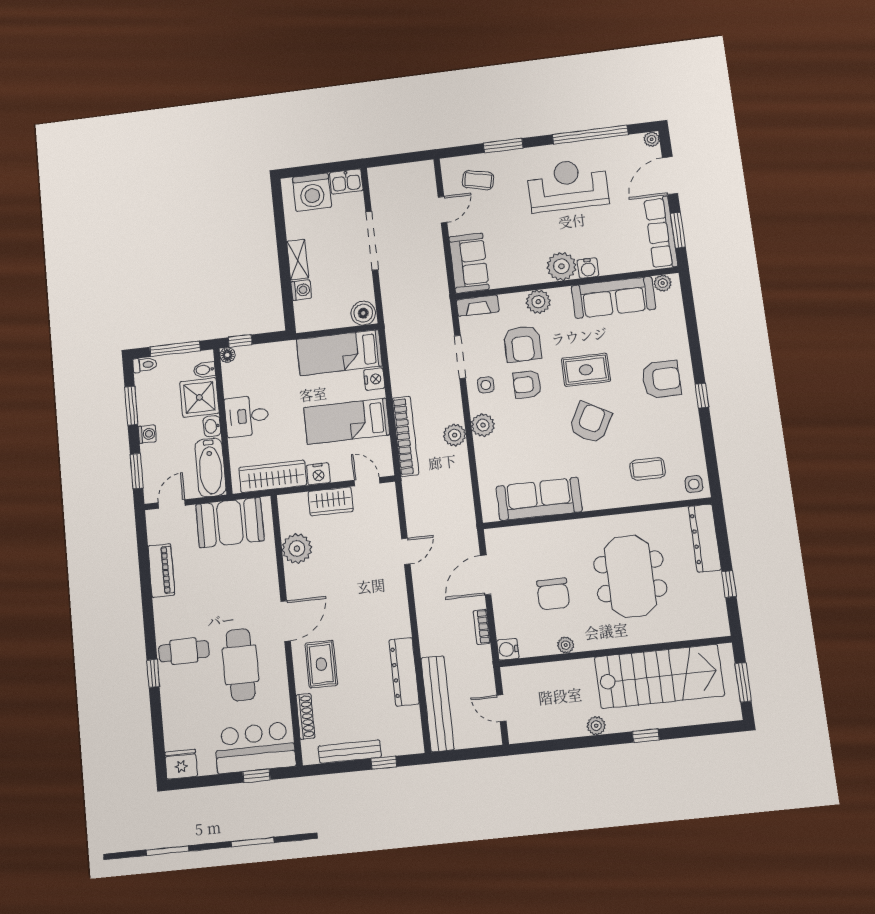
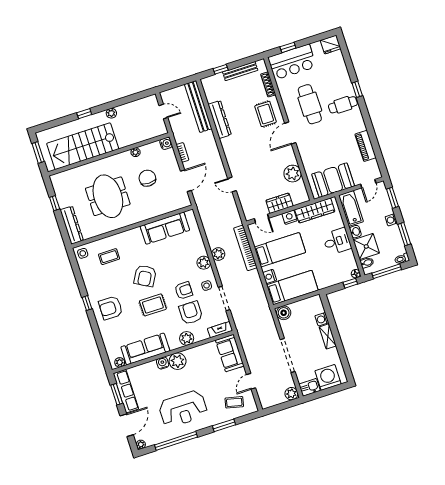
plant: (379, 177) -> (291, 394), added
door: (406, 551) -> (232, 185), hinge flipped

